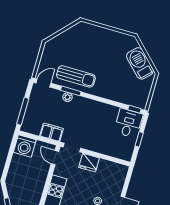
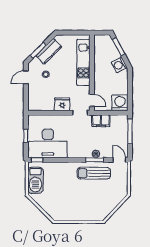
barbecue: (140, 63) -> (35, 180), moved, turned 45
door: (43, 83) -> (119, 160), swing flipped
desk: (128, 123) -> (48, 143), width x1.87, depth x1.30
washing machine: (14, 188) -> (119, 65), added

